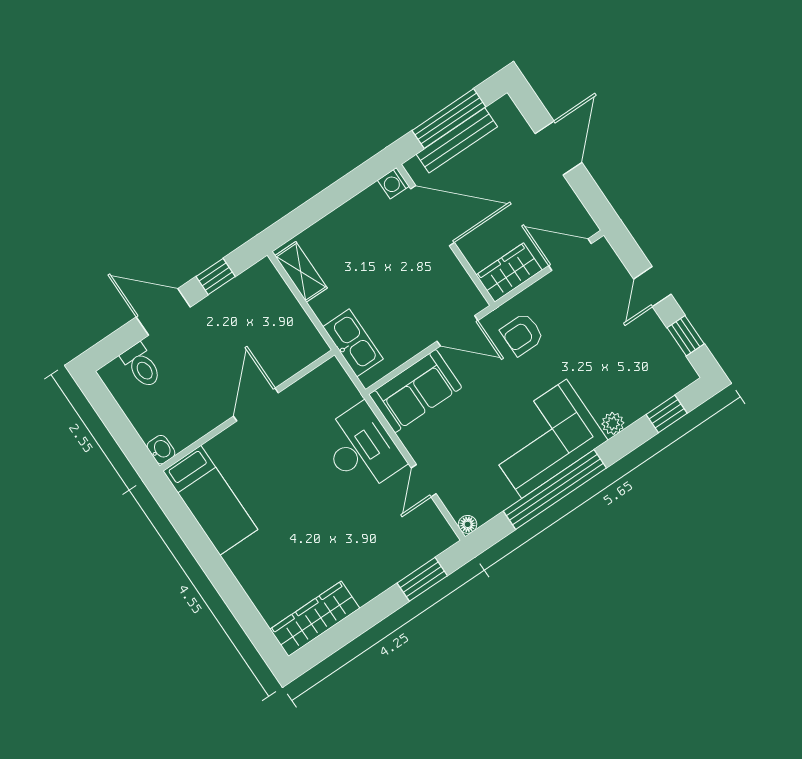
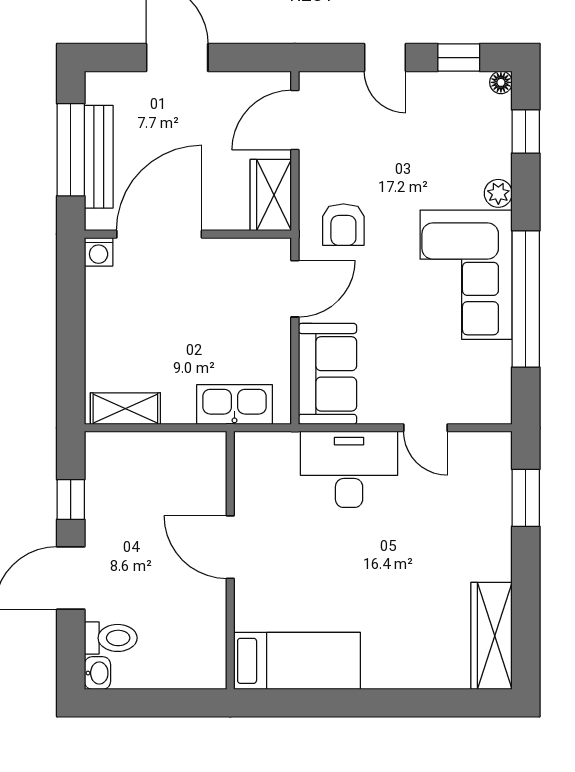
washbasin: (161, 450) -> (97, 673), moved, turned 90
floor lamp: (468, 524) -> (501, 82), moved

